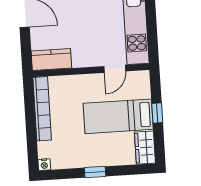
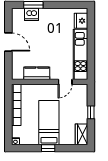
kitchen counter: (51, 60) -> (37, 73), moved
bed: (118, 116) -> (49, 123), moved, turned 90

